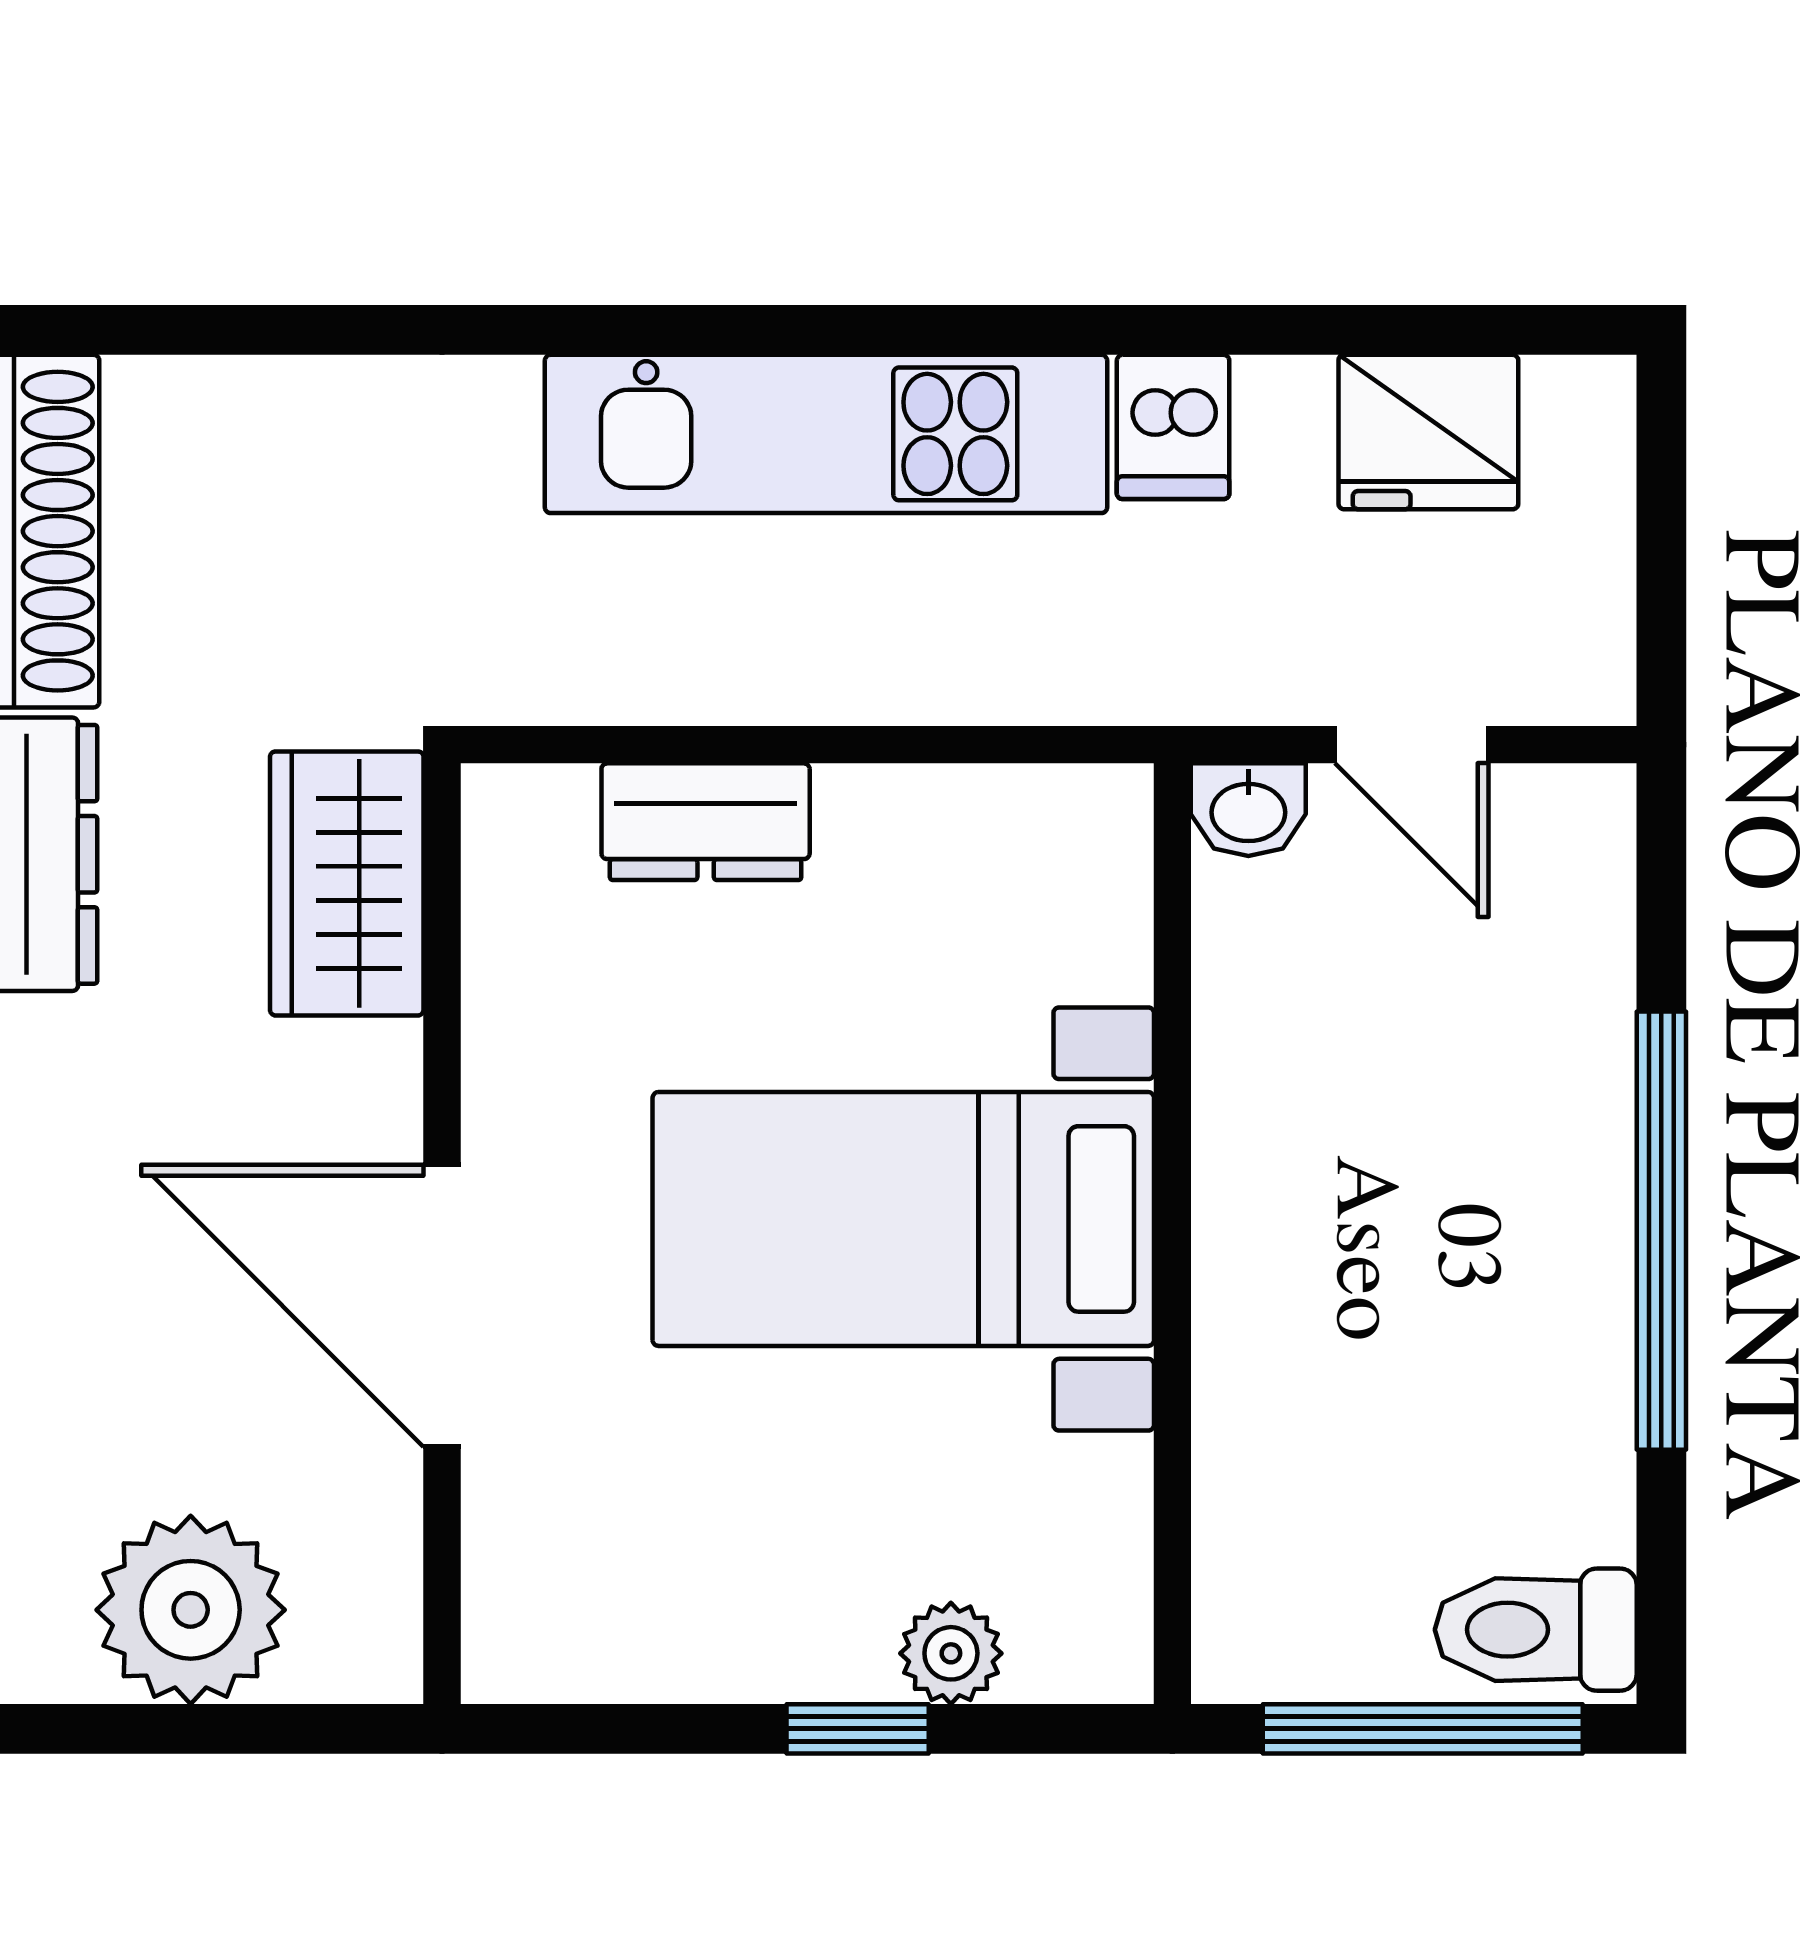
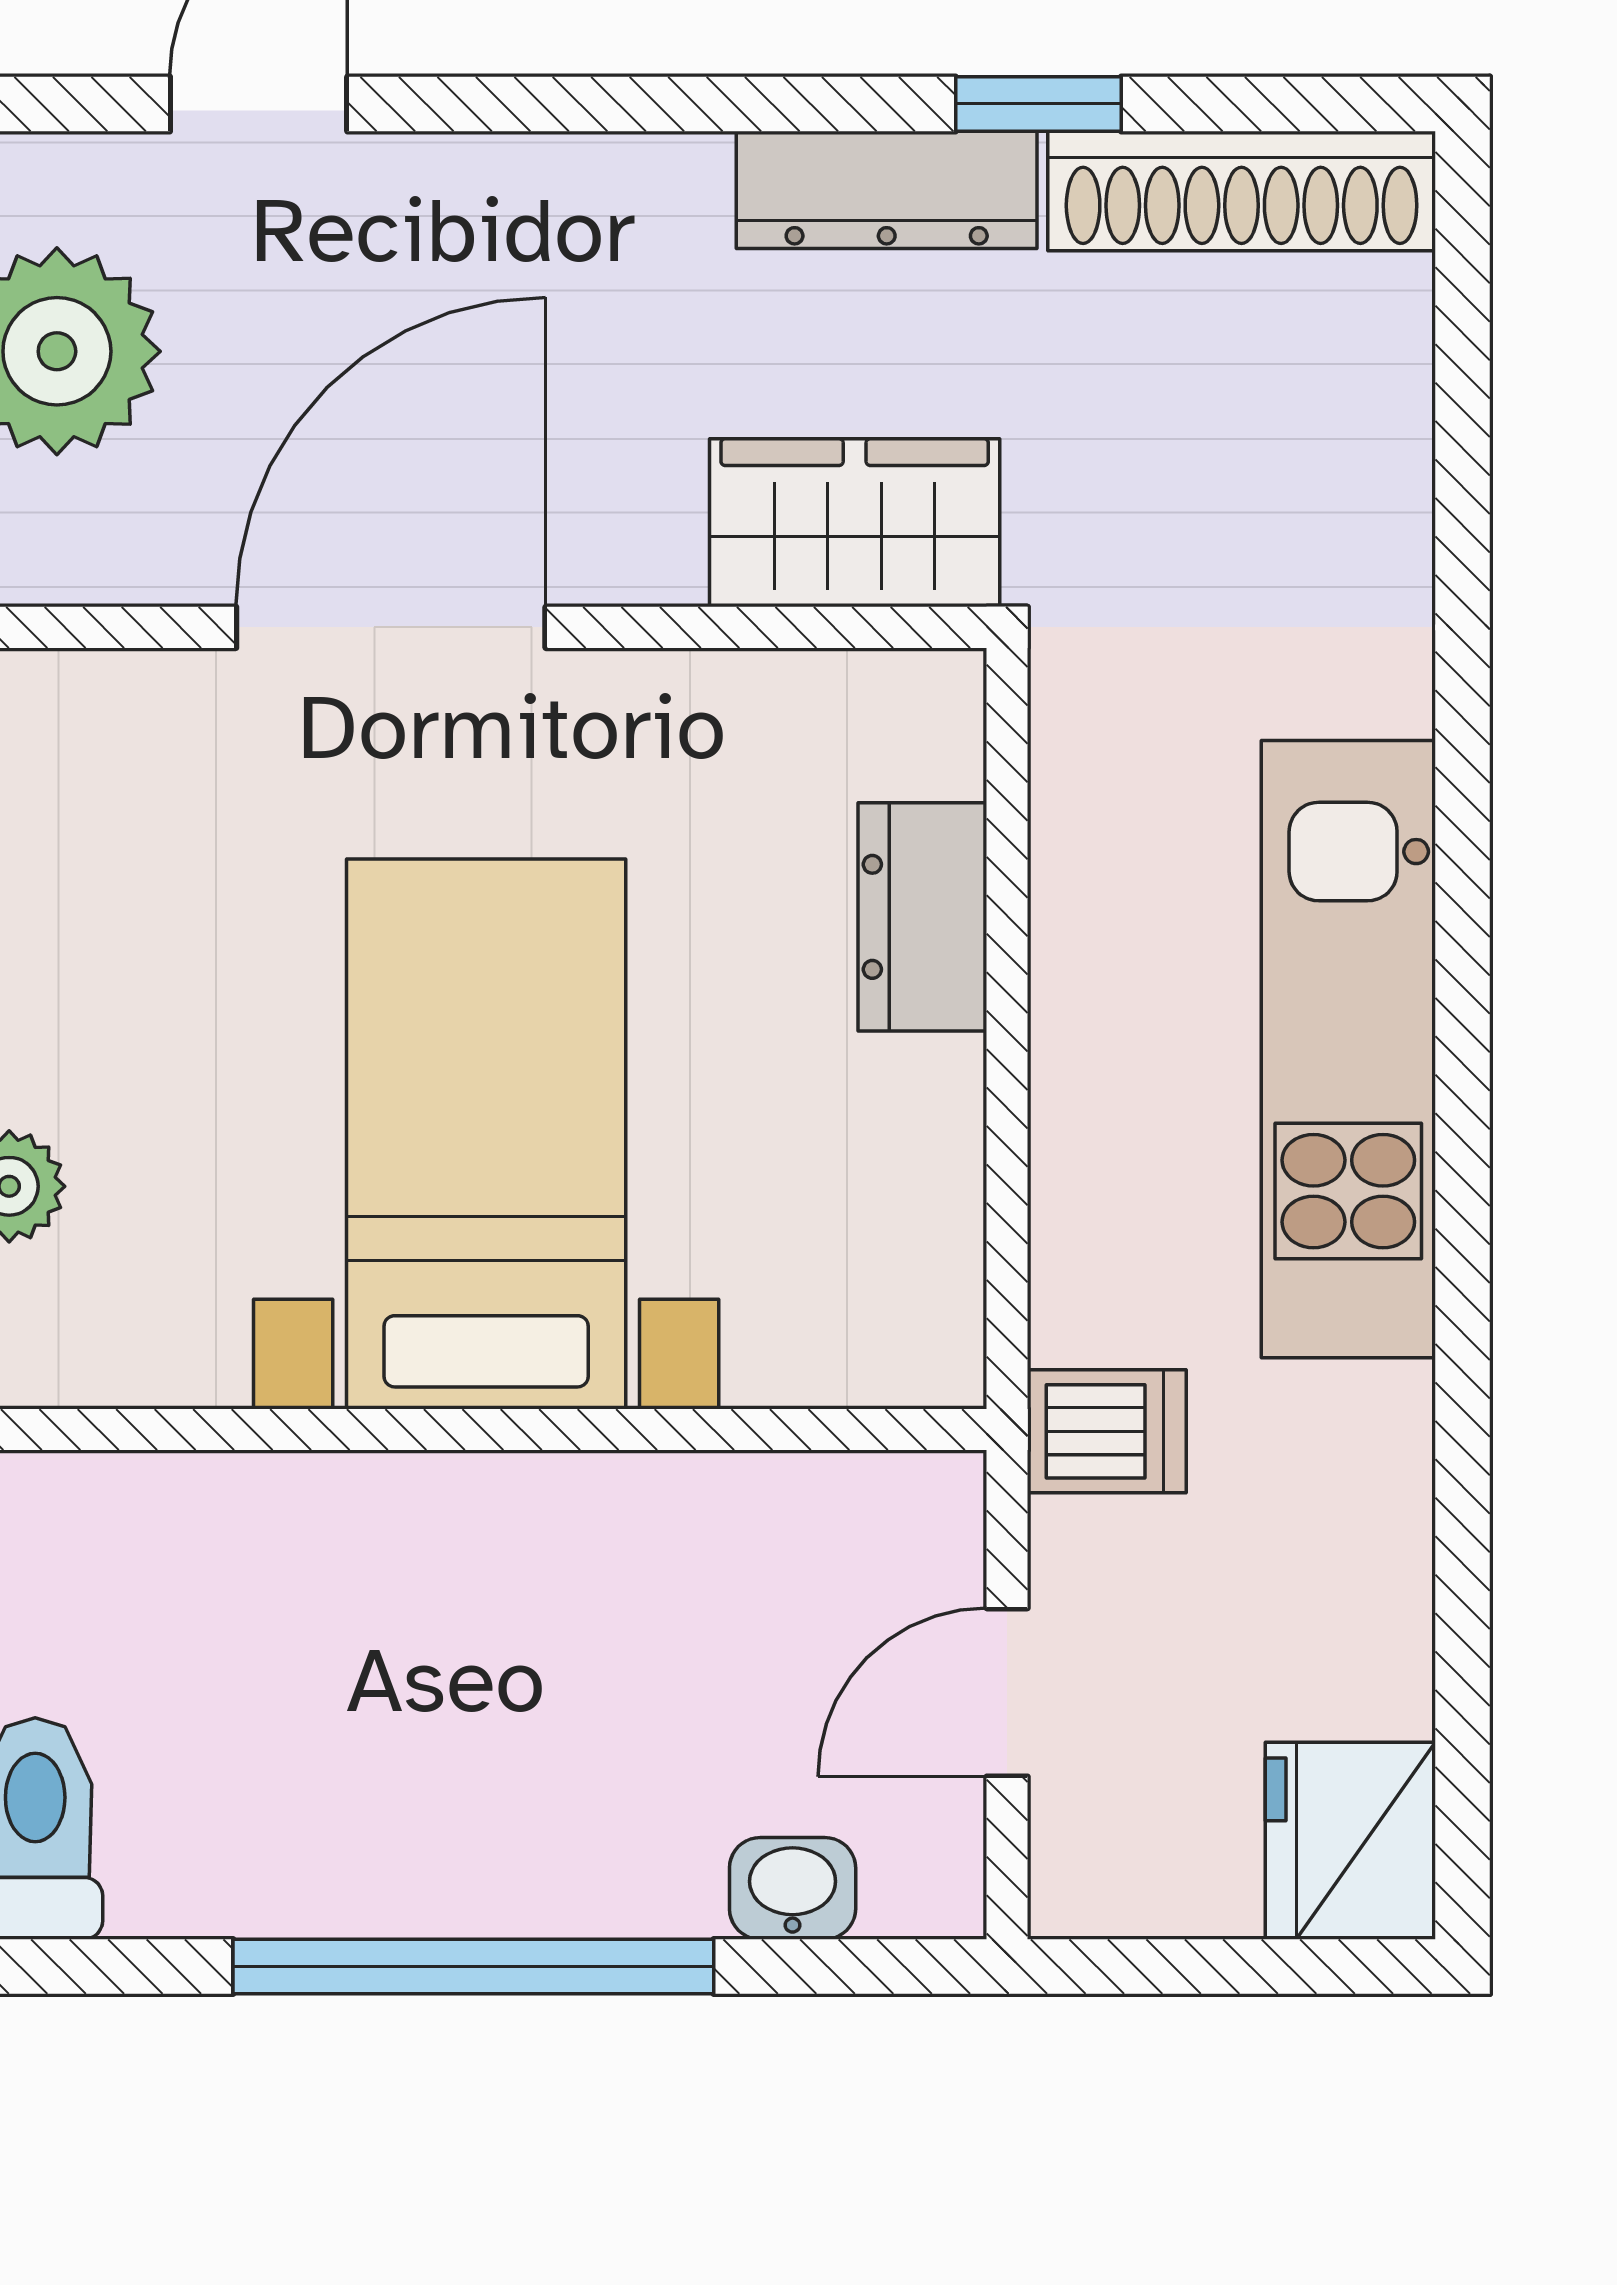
dishwasher: (1173, 427) -> (1107, 1431), moved, turned 180
fridge: (1428, 432) -> (1350, 1841), moved
washbasin: (1248, 810) -> (793, 1888), moved, turned 90

